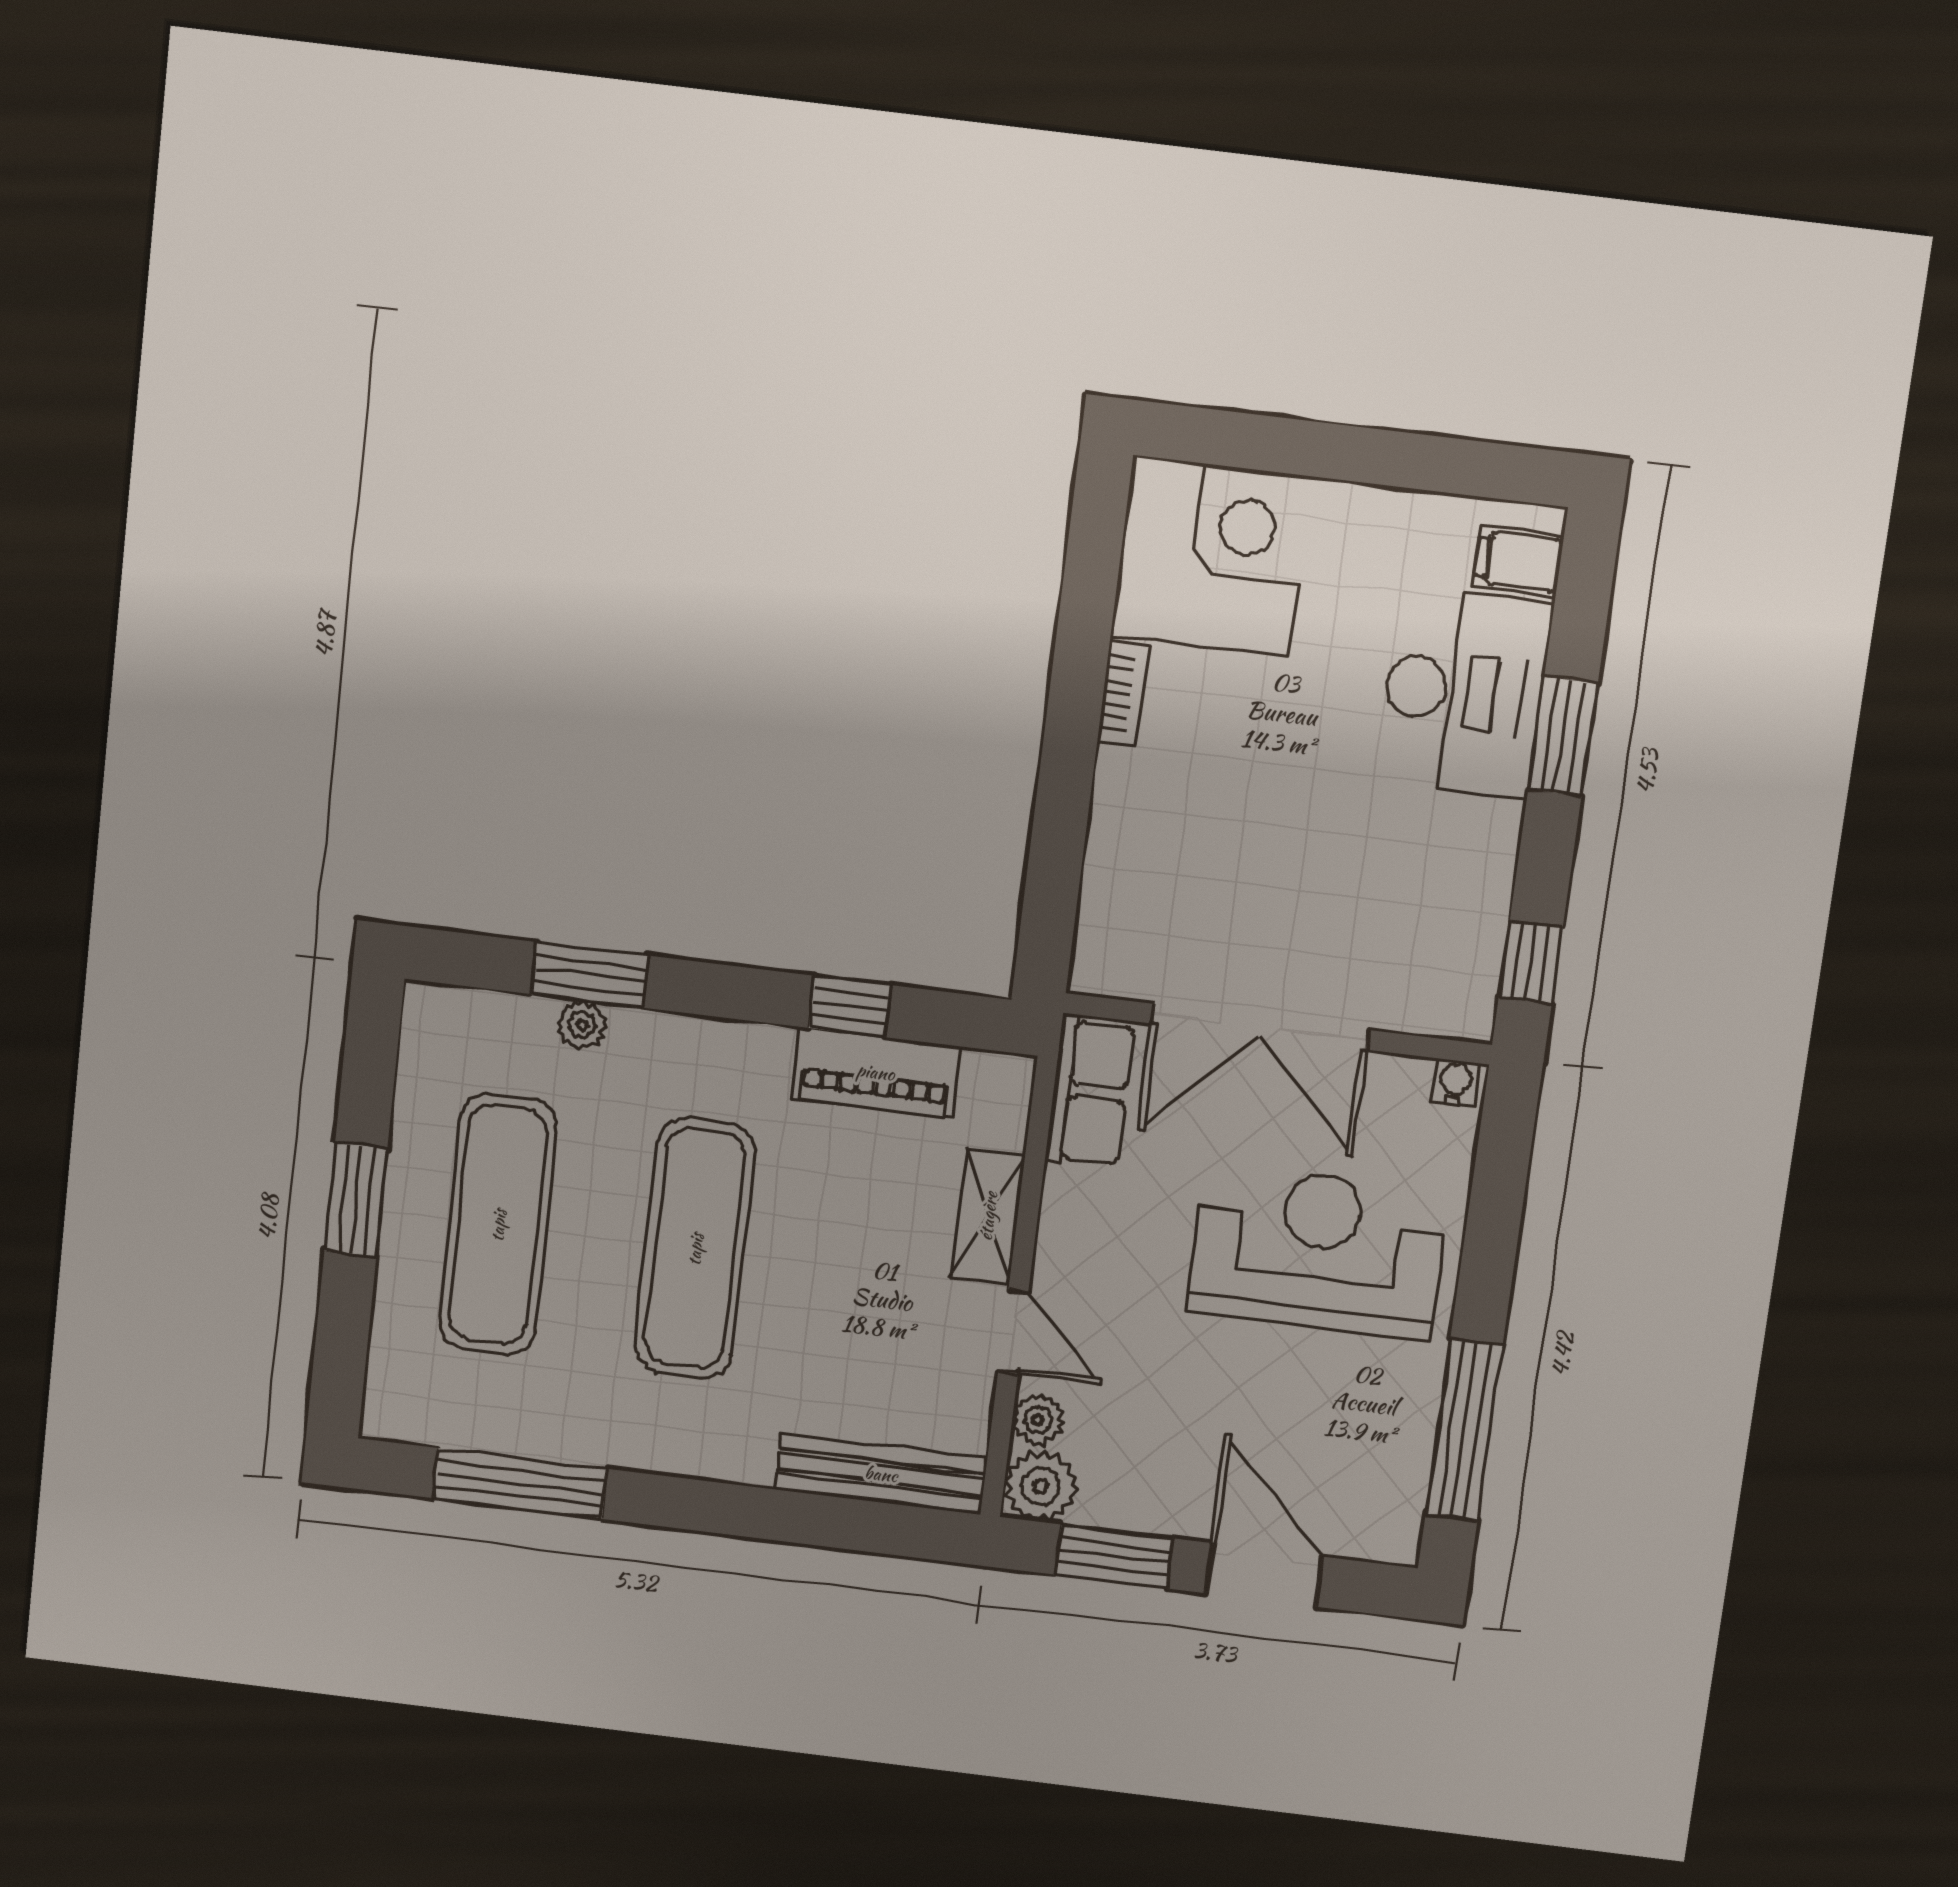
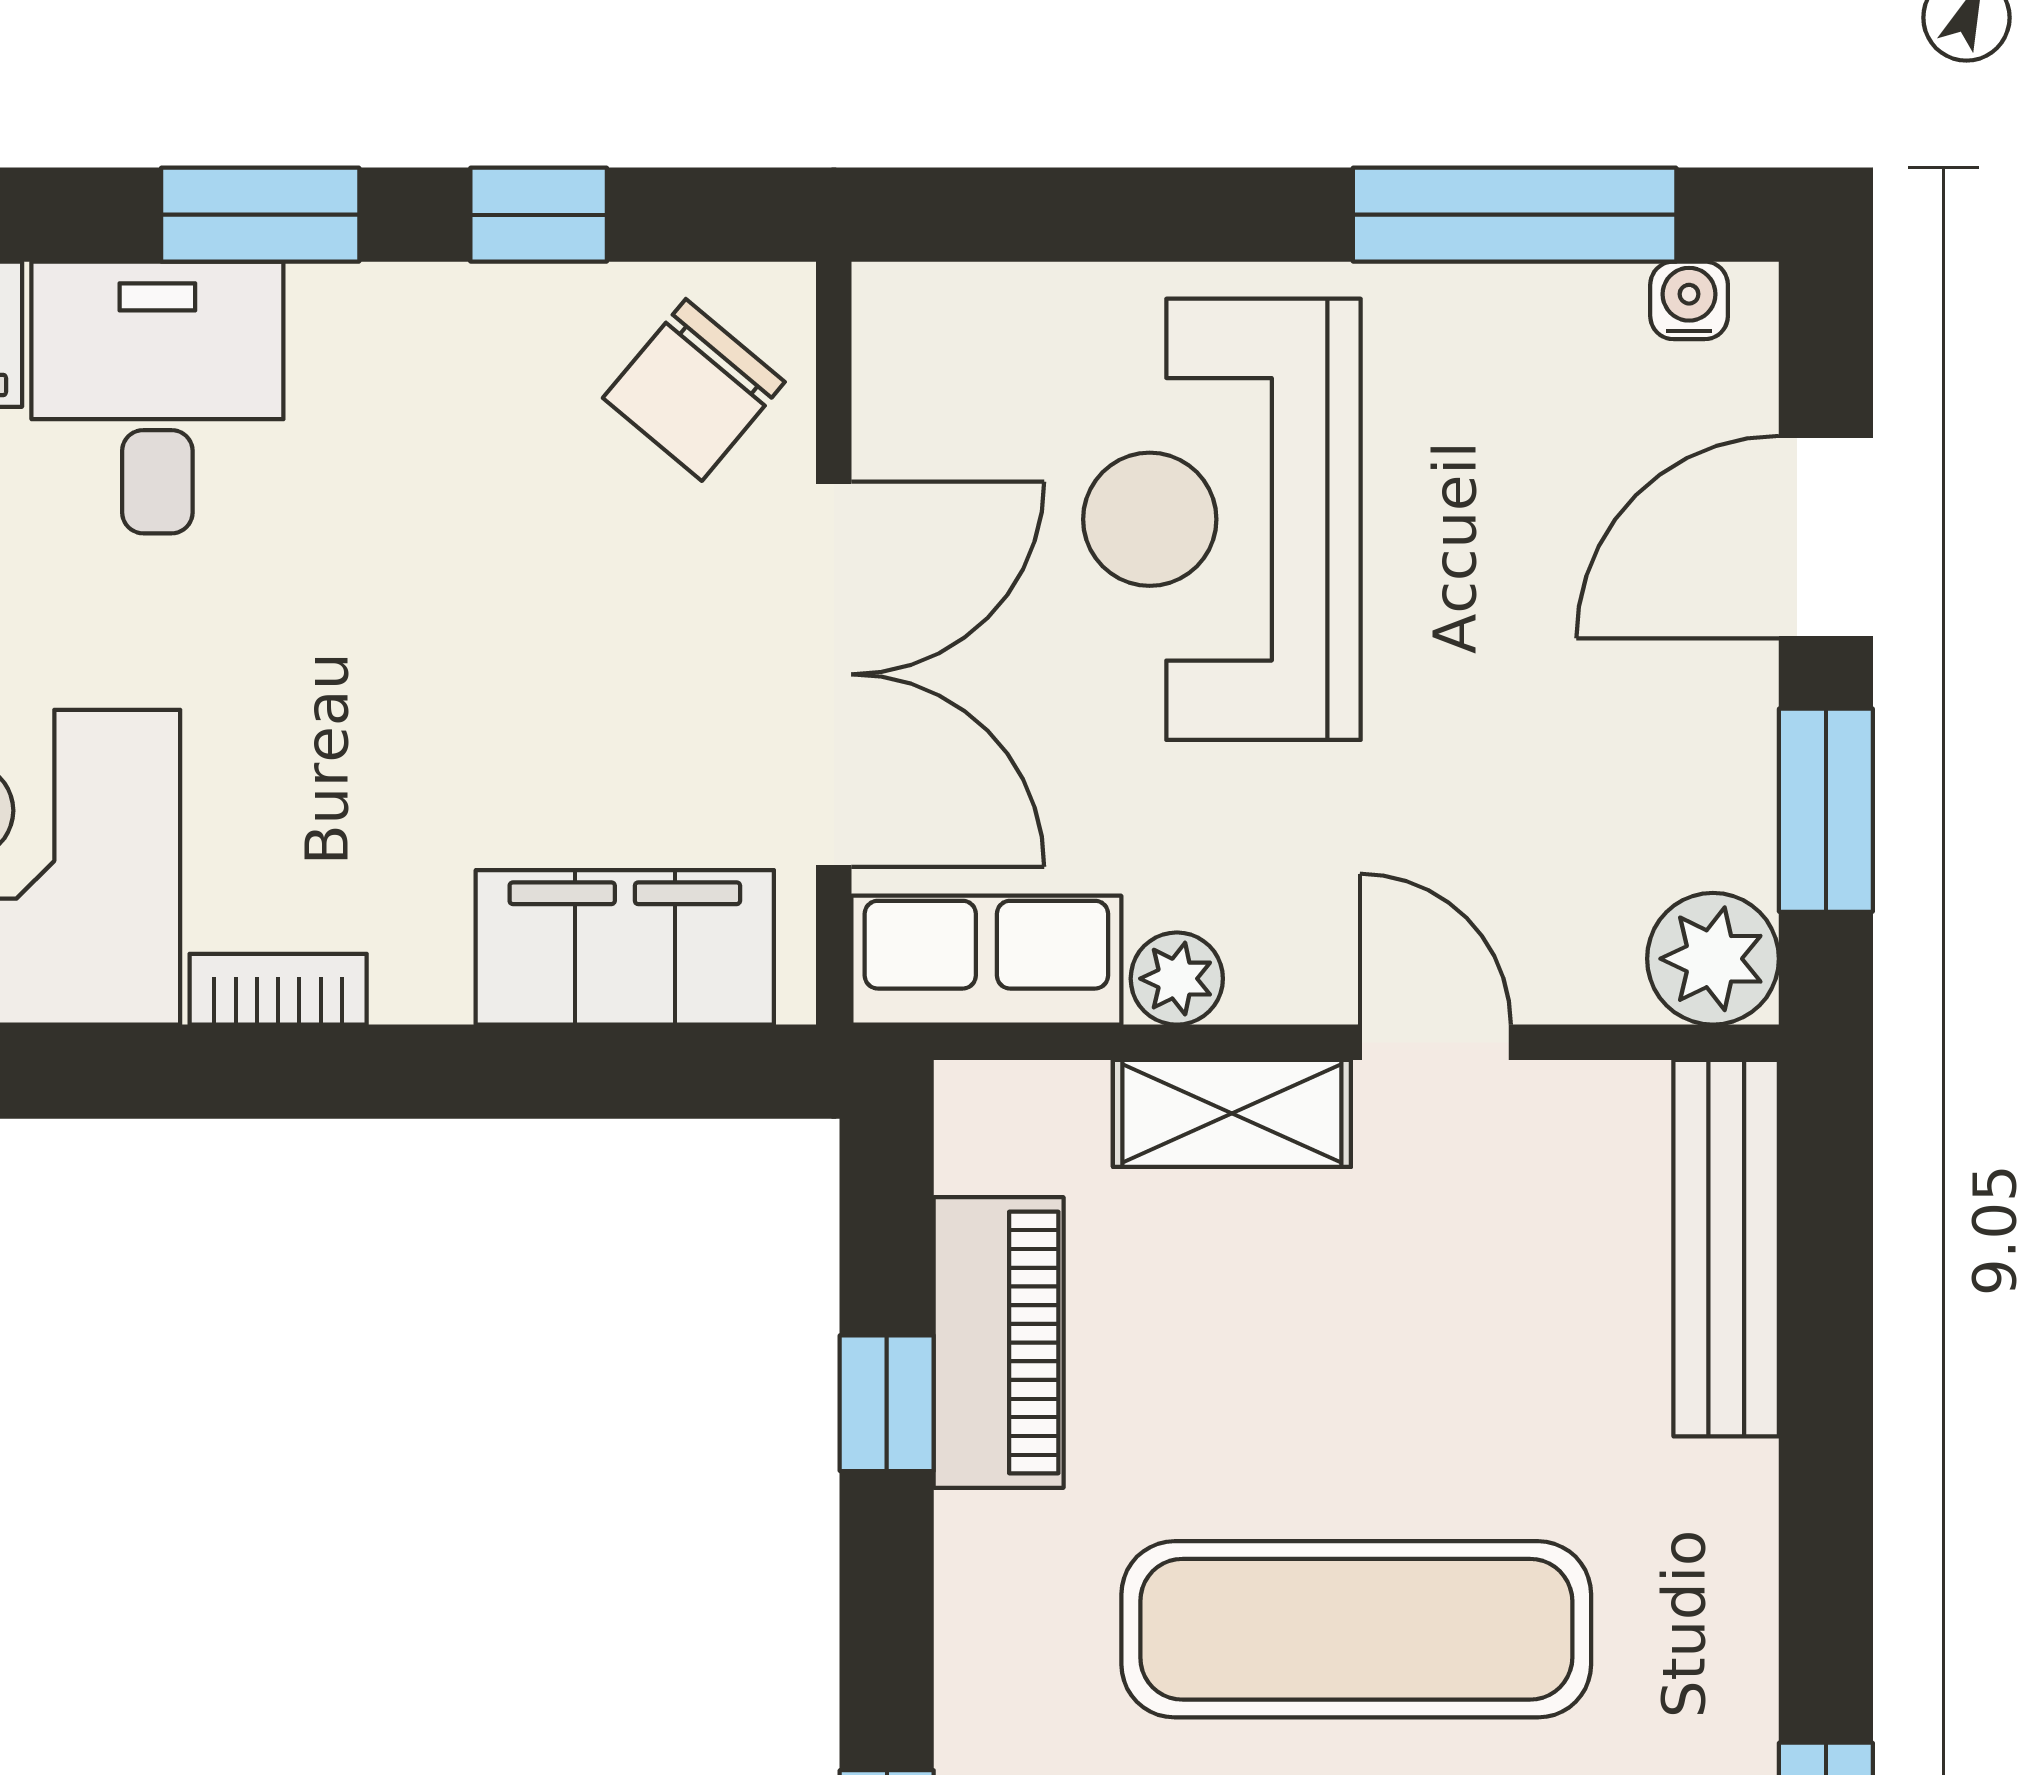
desk: (1464, 692) -> (157, 397), width x0.73
filing cabinet: (1122, 892) -> (625, 947), added
window: (1531, 962) -> (539, 215), moved
chair: (1430, 968) -> (694, 390), added
water cooler: (1456, 1082) -> (1689, 300), moved, turned 90
door: (1013, 1331) -> (1435, 1042), hinge flipped
plant: (1038, 1420) -> (1177, 979), moved

